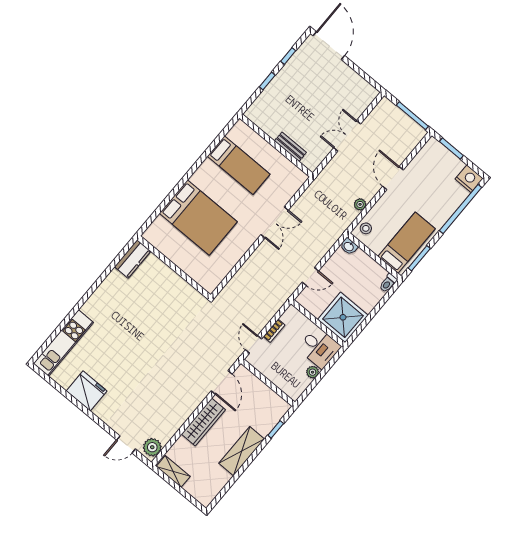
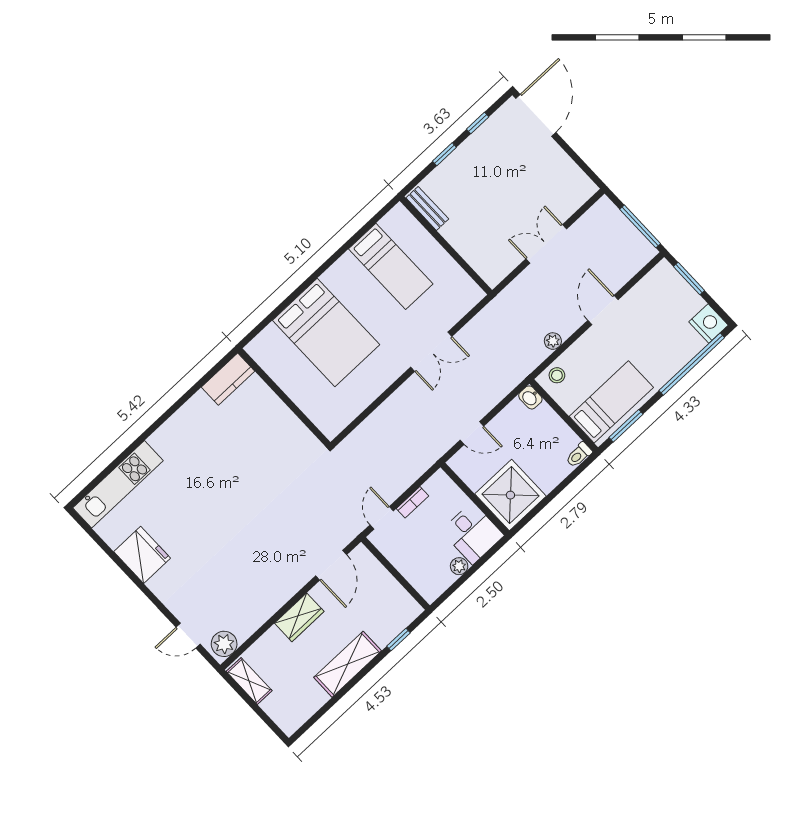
bench: (290, 147) -> (427, 208), moved
wardrobe: (203, 422) -> (299, 617), width x0.67

